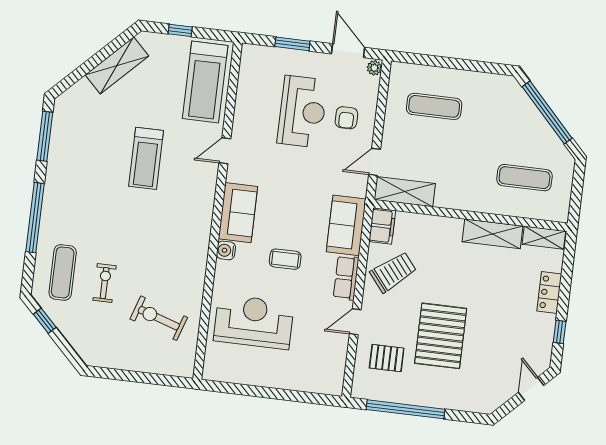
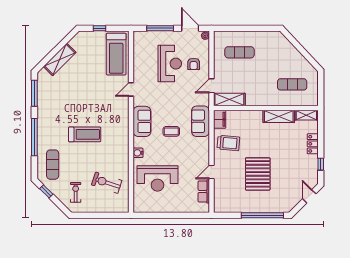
window: (292, 44) -> (160, 28), width x1.44
shelving: (117, 65) -> (60, 59), moved
window: (547, 112) -> (300, 48), removed
treadmill: (146, 158) -> (85, 134), moved, turned -90
water cooler: (226, 250) -> (138, 153), moved
coffee table: (285, 259) -> (171, 131), moved
trolley: (393, 272) -> (228, 143), turned 44
row of seats: (346, 278) -> (204, 191), moved
exercise bike: (105, 283) -> (76, 192), moved
reception desk: (254, 322) -> (157, 178), turned 180
pallet: (387, 358) -> (230, 189), removed
window: (405, 409) -> (262, 215), moved

